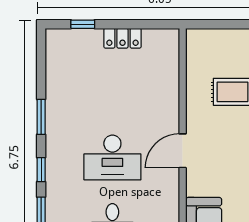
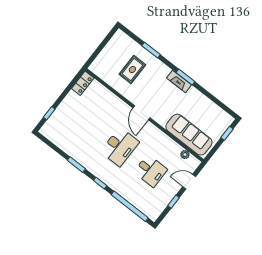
locker: (122, 38) -> (83, 83), moved

